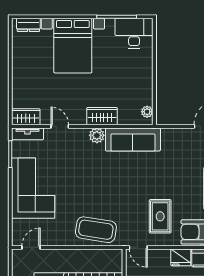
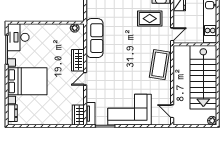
door: (60, 126) -> (85, 79), moved
plant: (97, 135) -> (92, 64), removed

